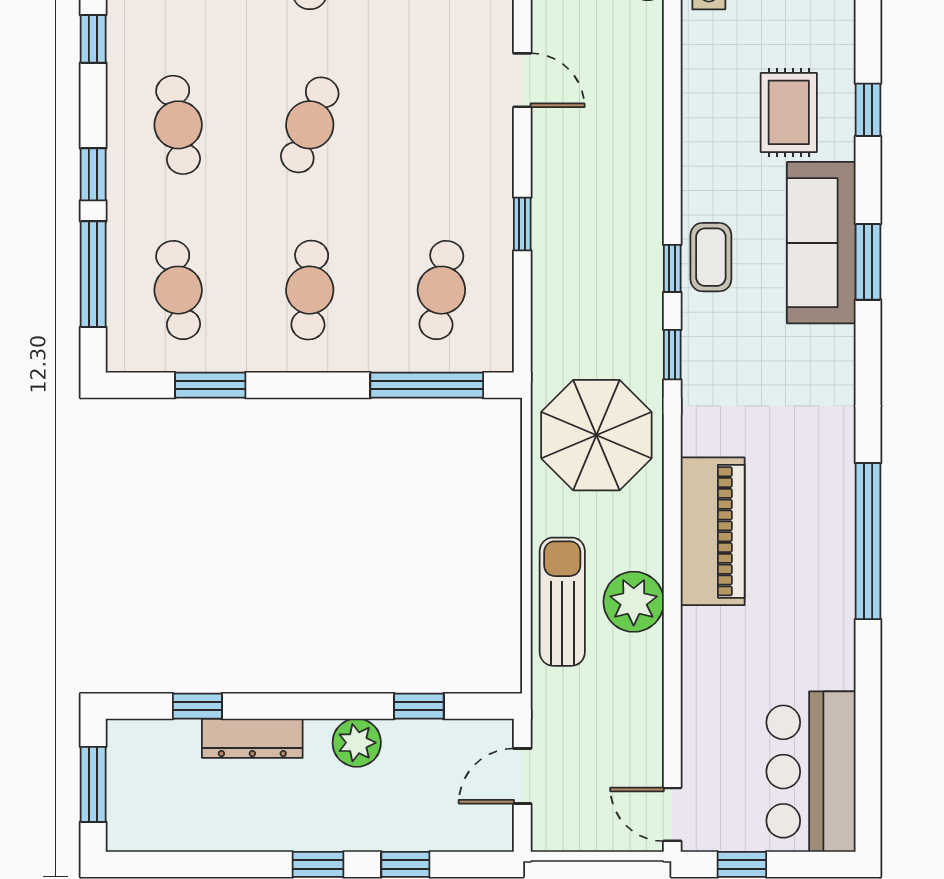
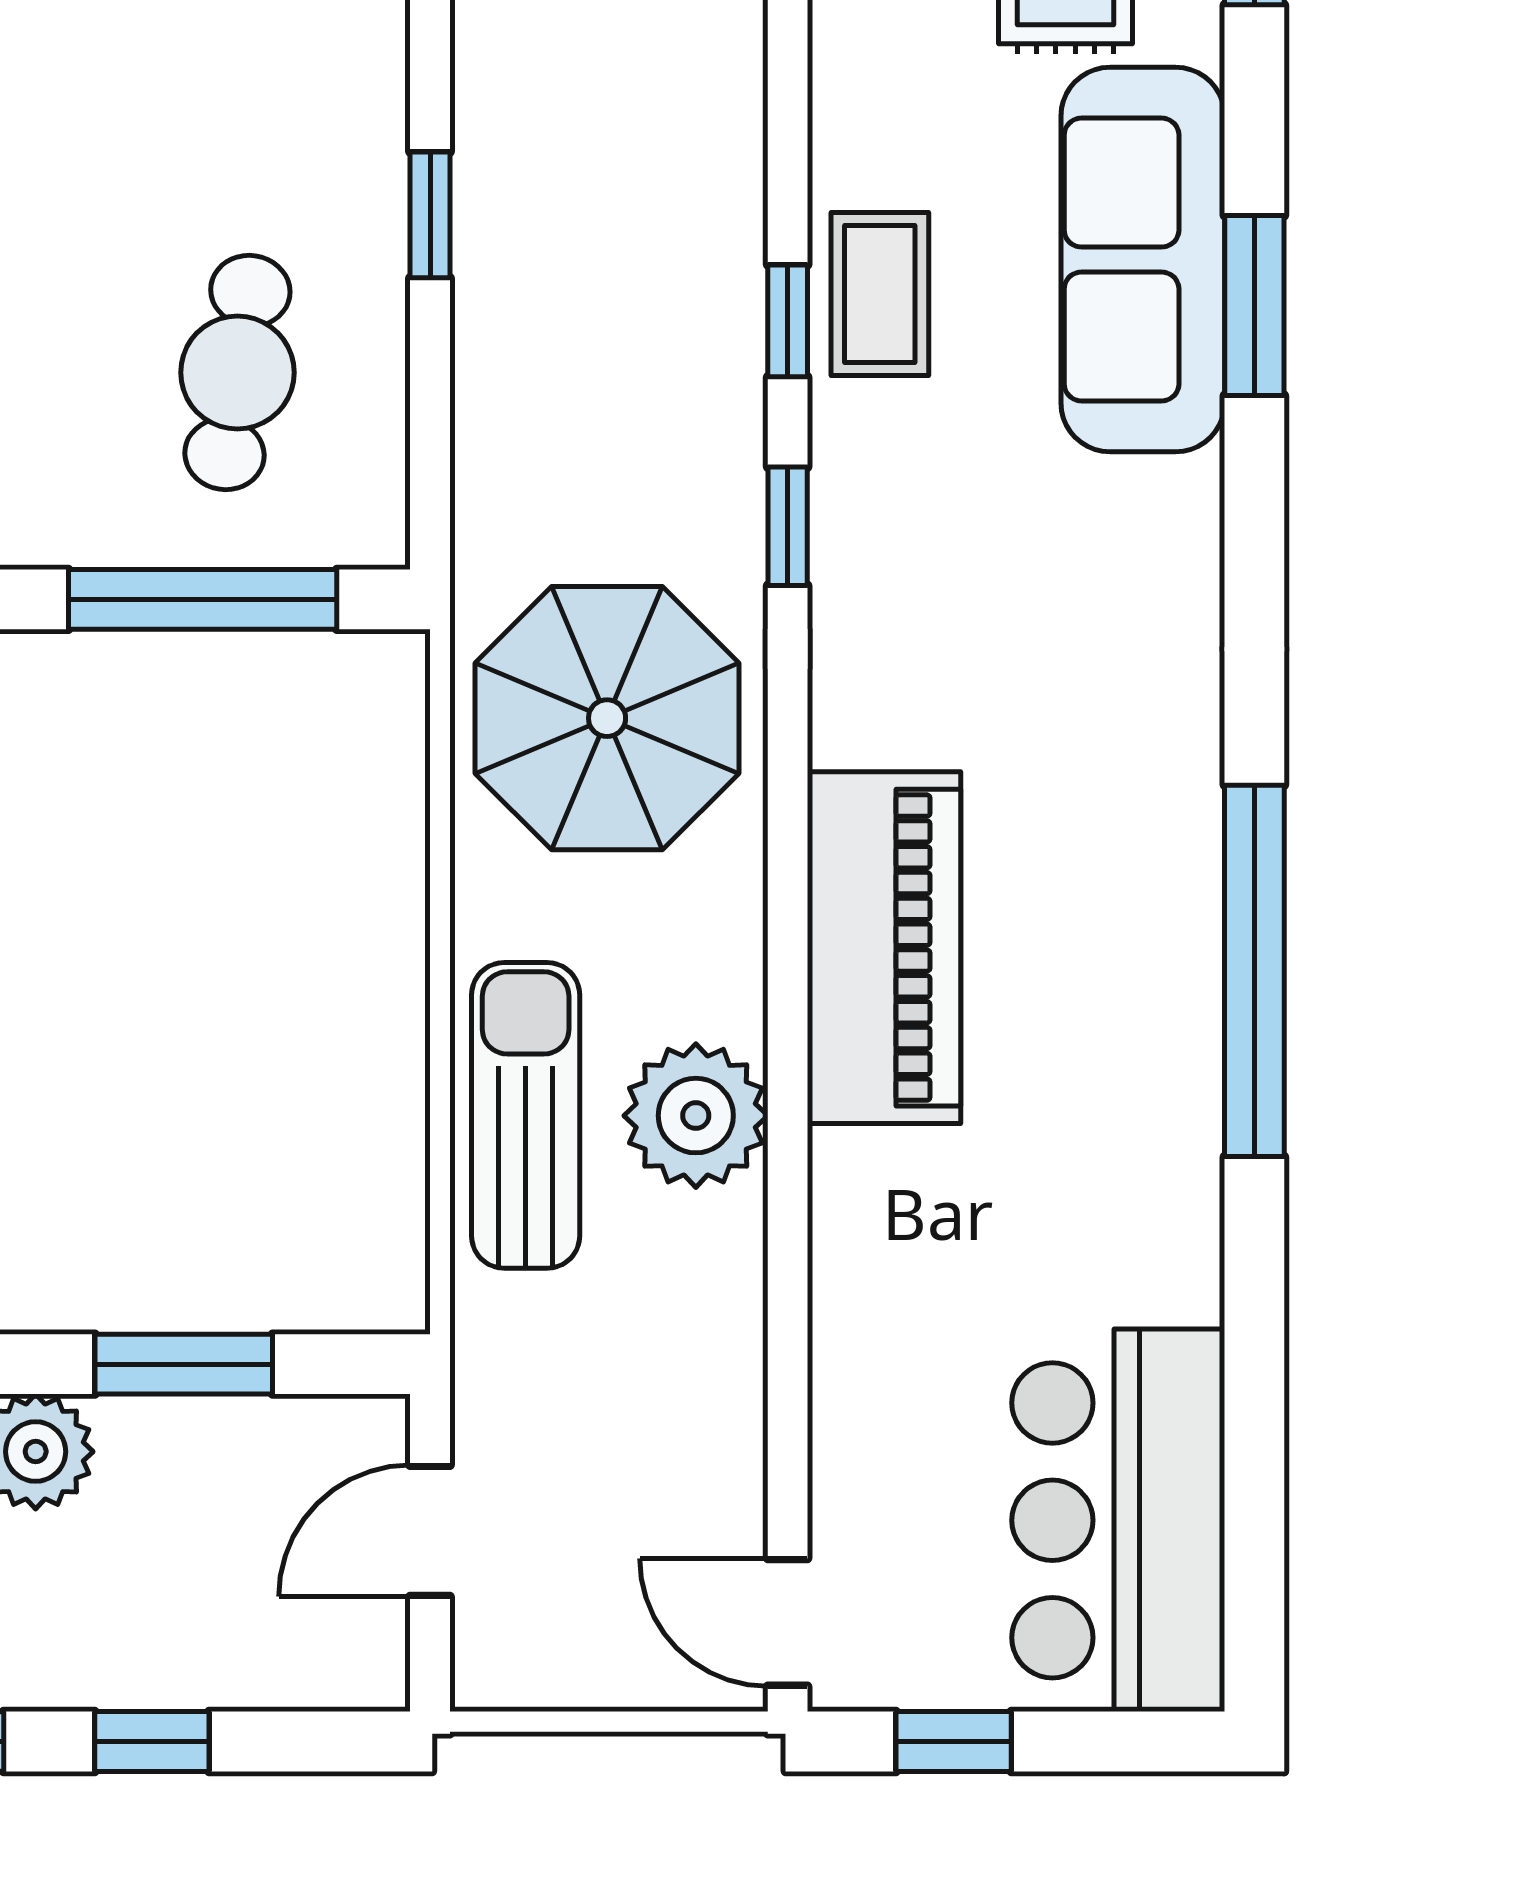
window: (419, 706) -> (184, 1364), width x1.50

